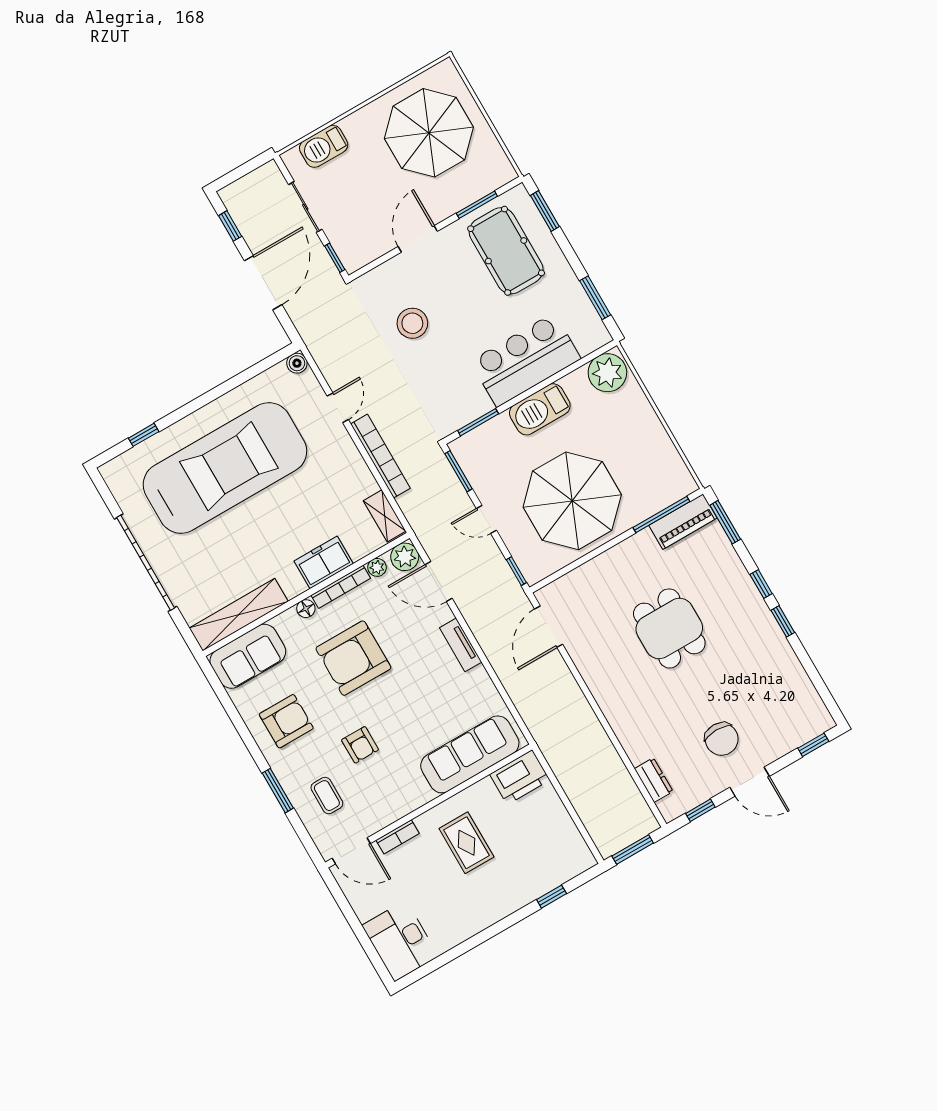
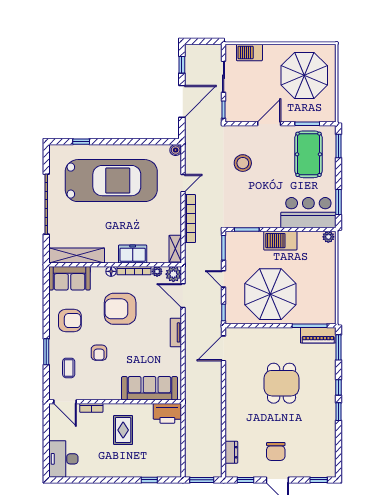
bar counter: (525, 360) -> (308, 213), moved
plant: (607, 373) -> (328, 237), width x0.53, depth x0.53

